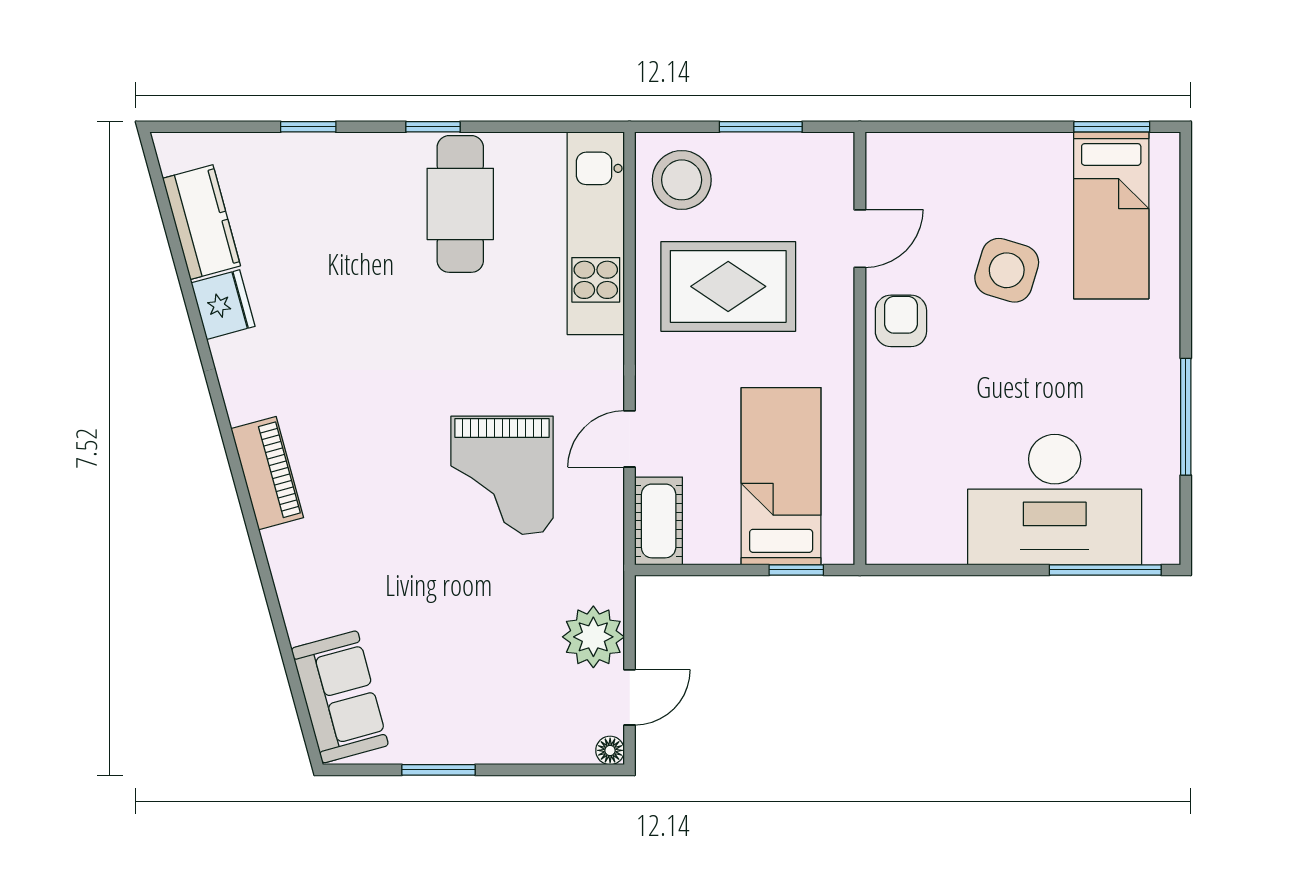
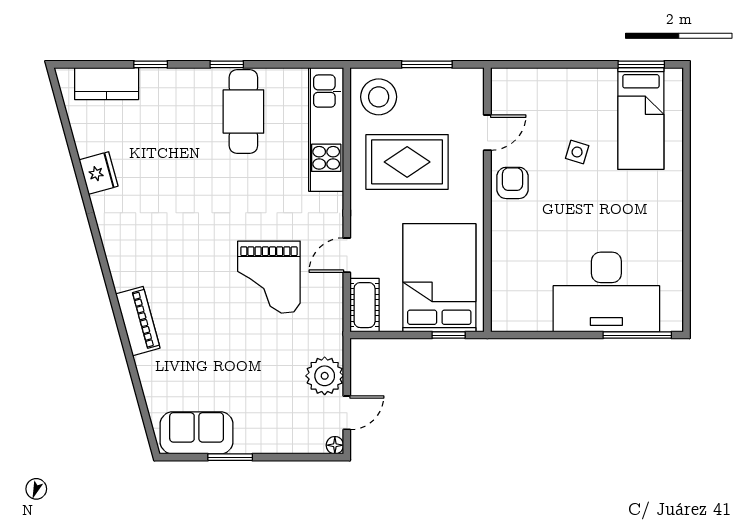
kitchen counter: (201, 222) -> (107, 84), moved, turned 105
side table: (1007, 270) -> (577, 152), width x0.54, depth x0.54
window: (1186, 417) -> (686, 241), removed
piano: (267, 473) -> (138, 321), moved
bed: (781, 476) -> (439, 278), width x1.50
sofa: (340, 697) -> (197, 433), moved, turned -75

